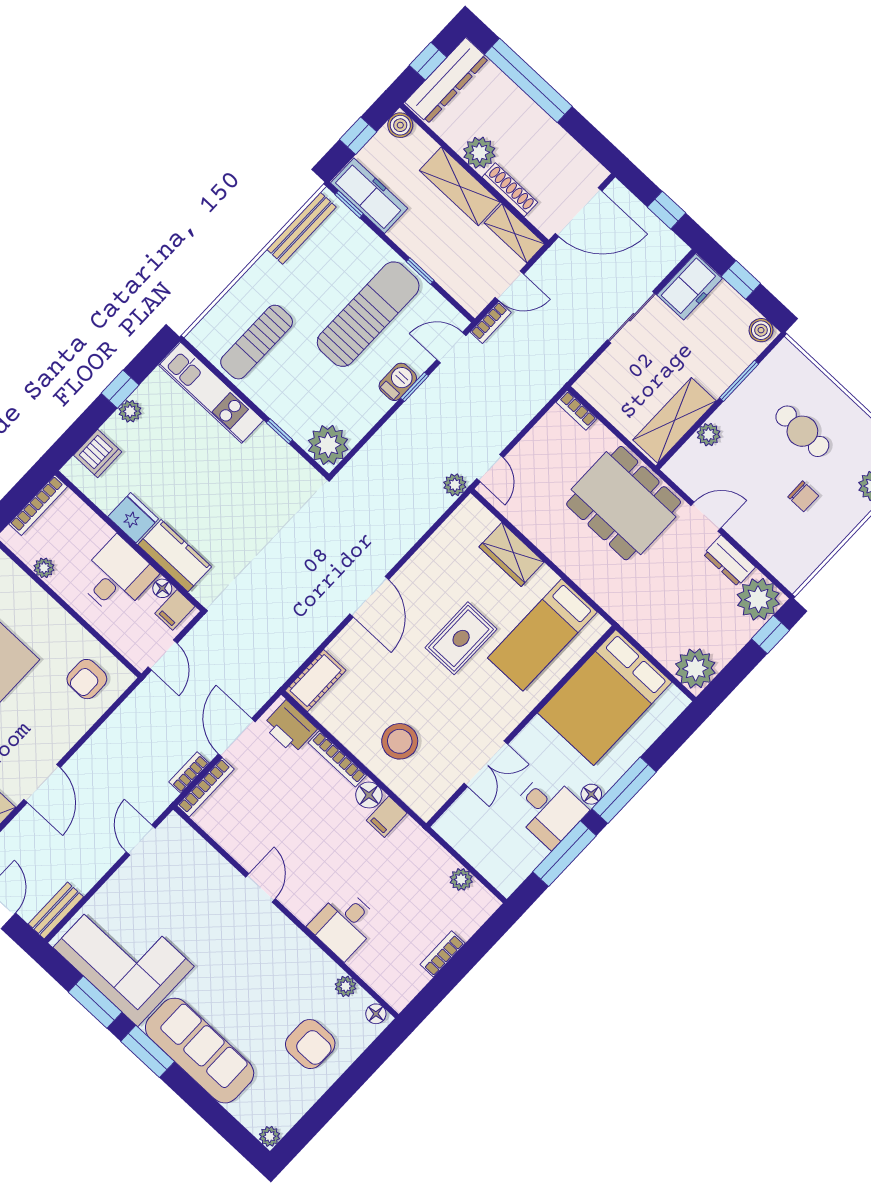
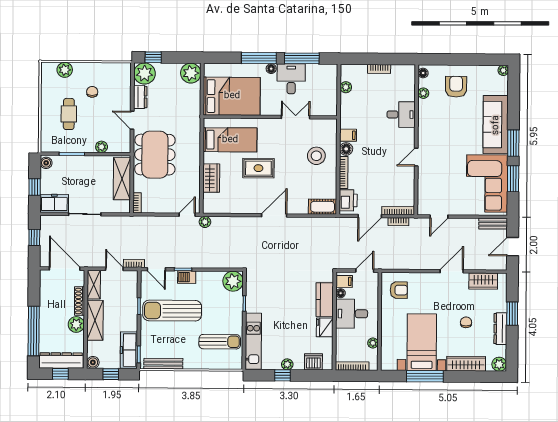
shelving: (675, 420) -> (122, 179), moved, turned 90

